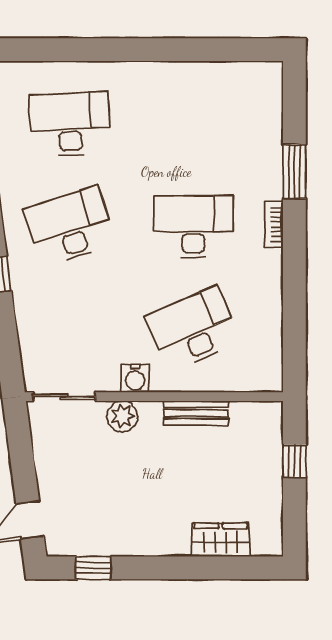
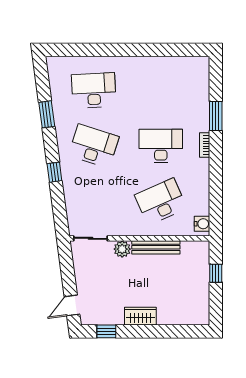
desk: (70, 227) -> (94, 146), turned 36
water cooler: (135, 378) -> (202, 224), moved, turned -90
bench: (196, 413) -> (156, 247), width x1.36
wardrobe: (221, 540) -> (140, 316), moved

